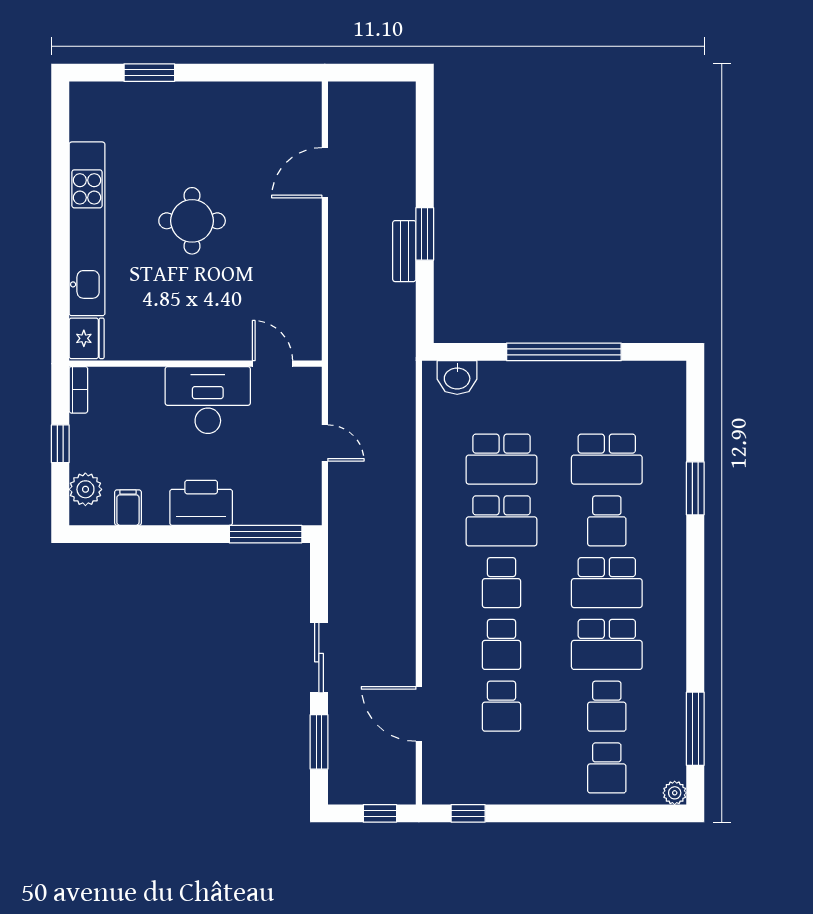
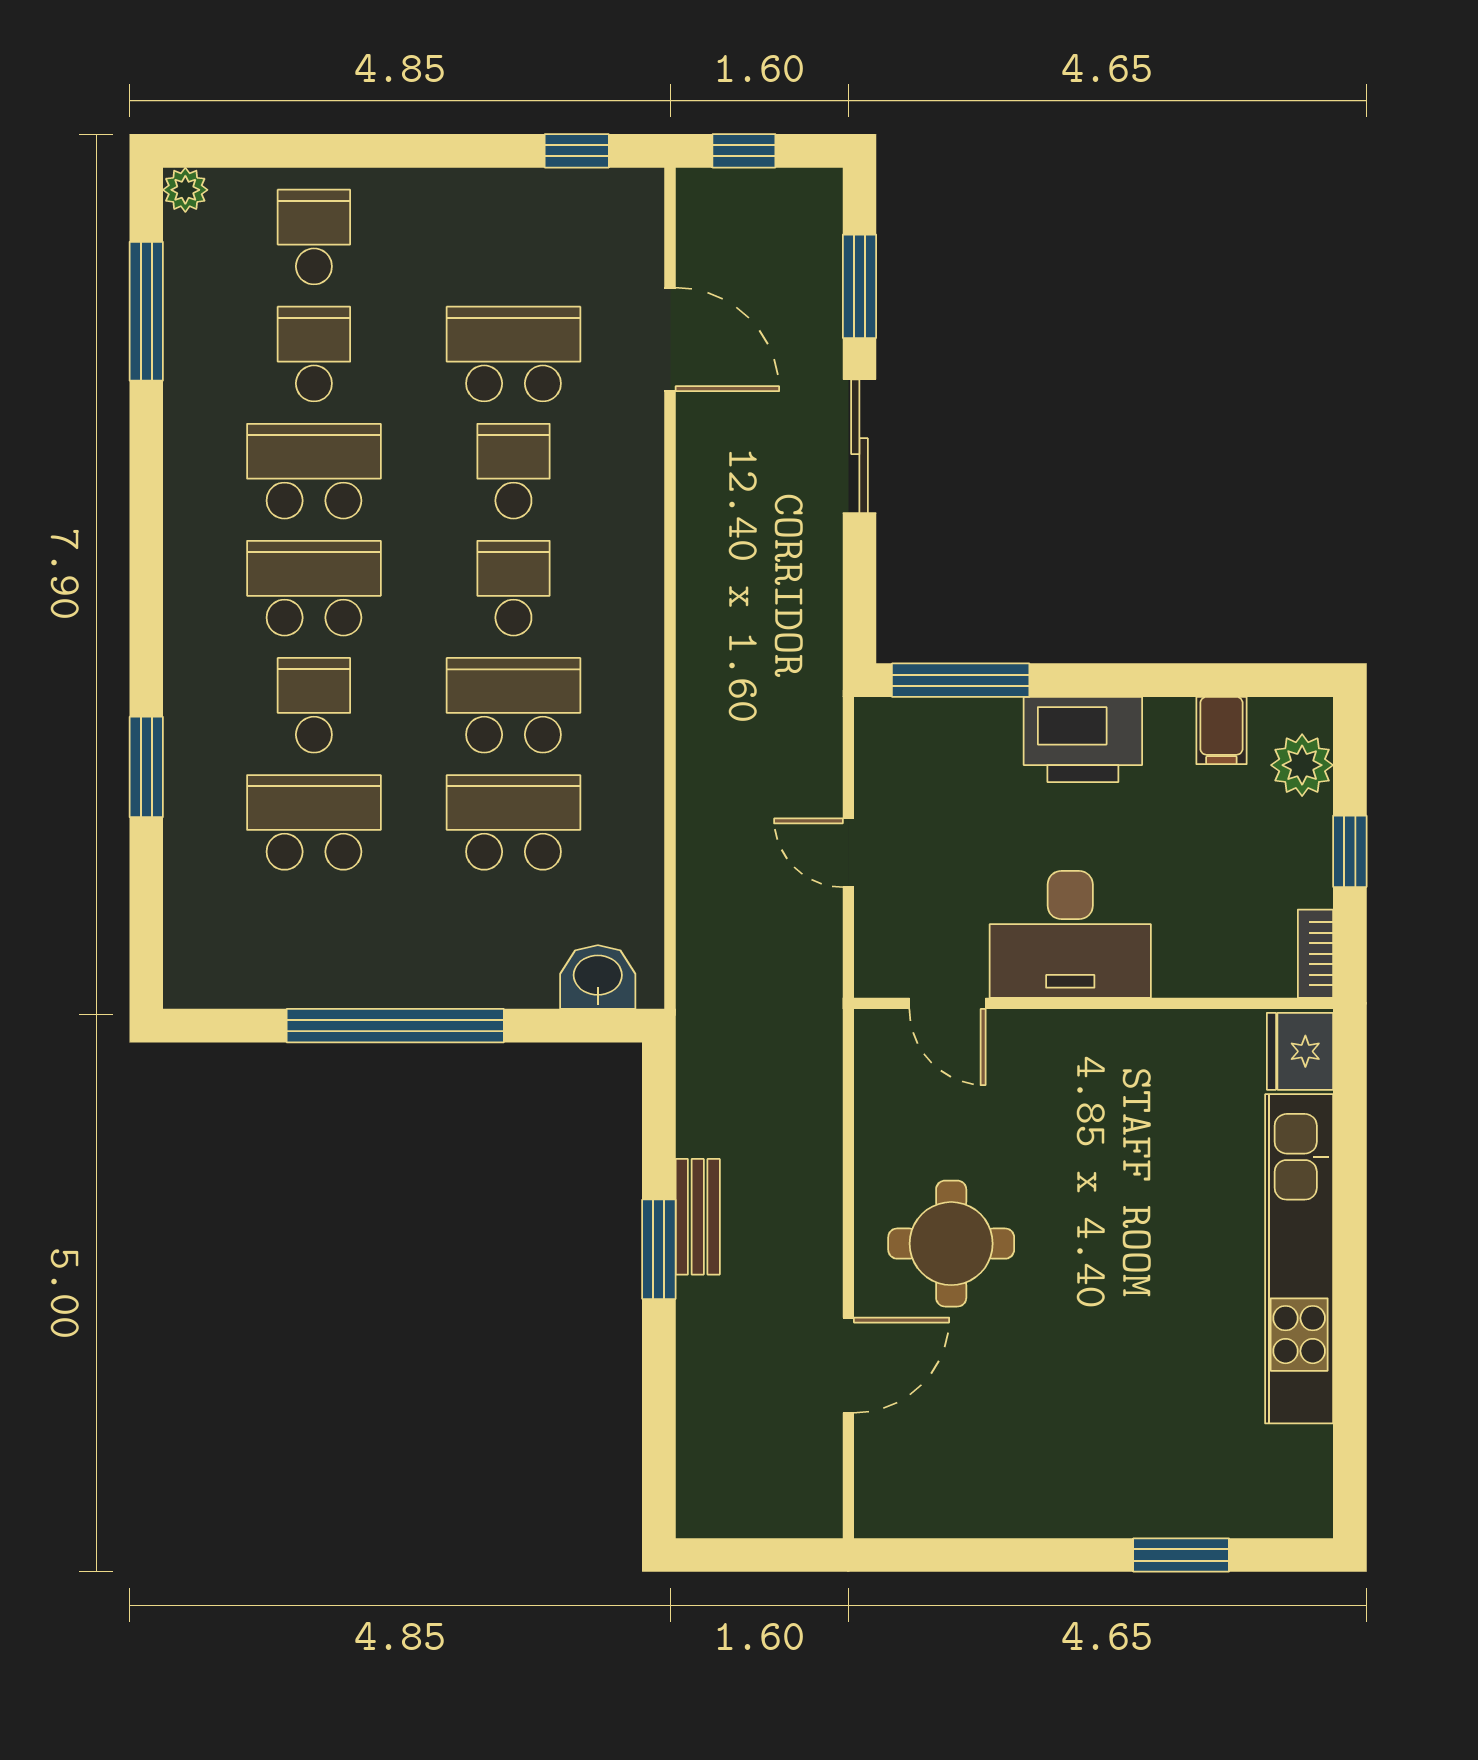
round table: (192, 221) -> (951, 1244), moved
school desk: (502, 706) -> (513, 354), width x1.85

